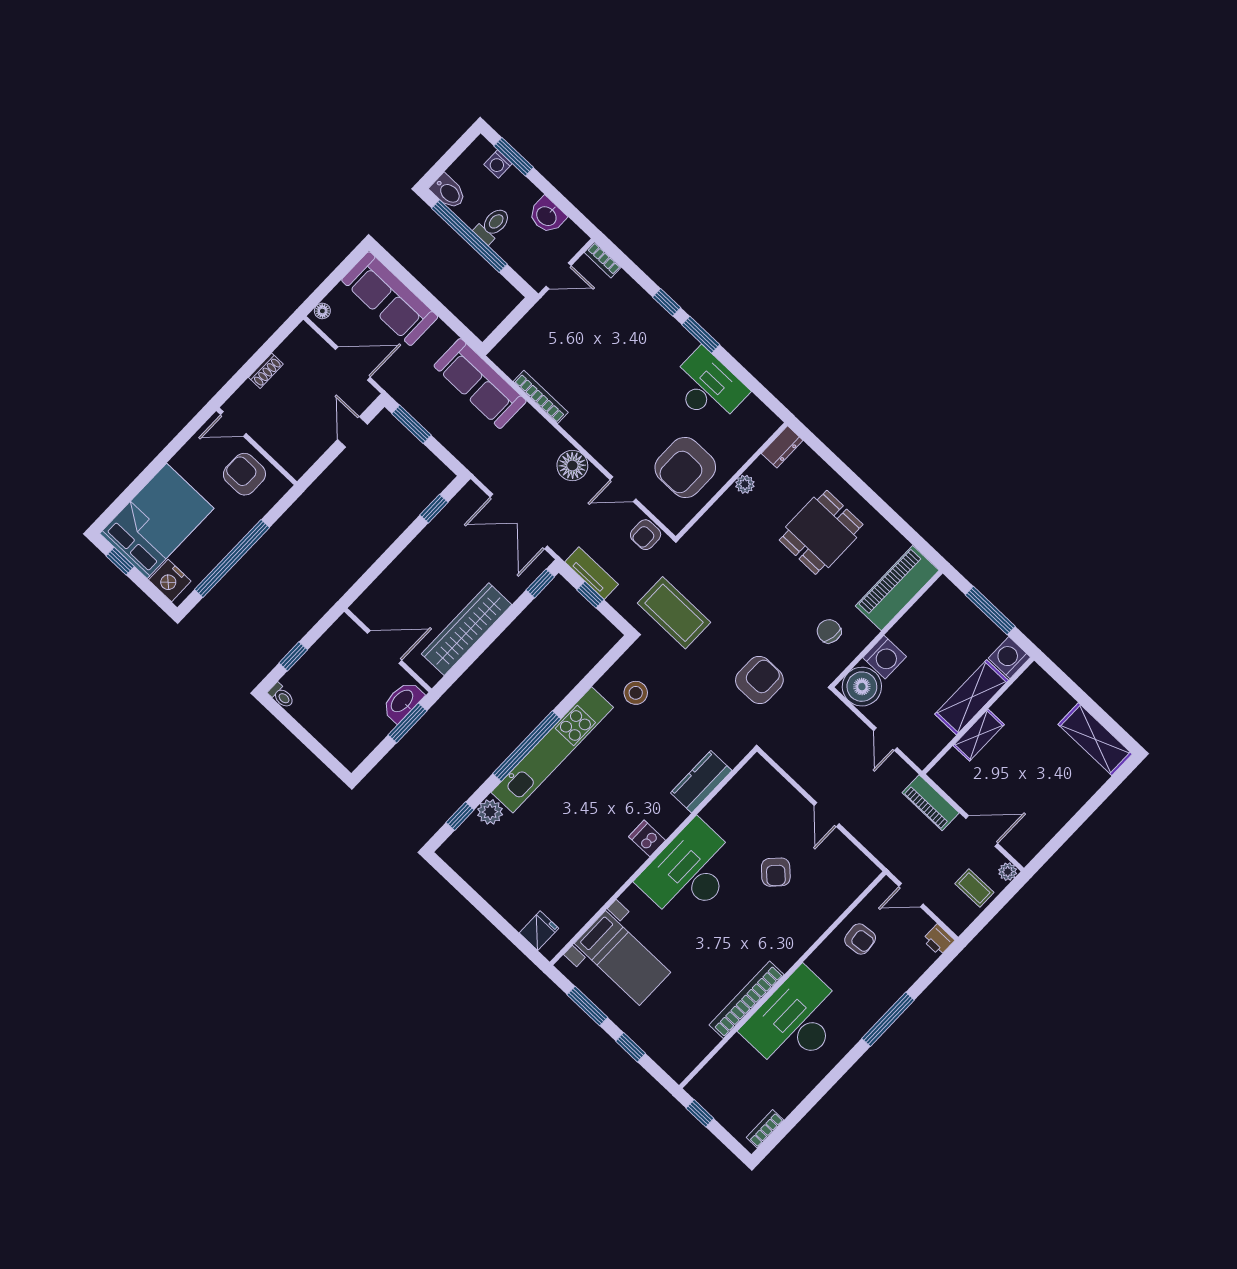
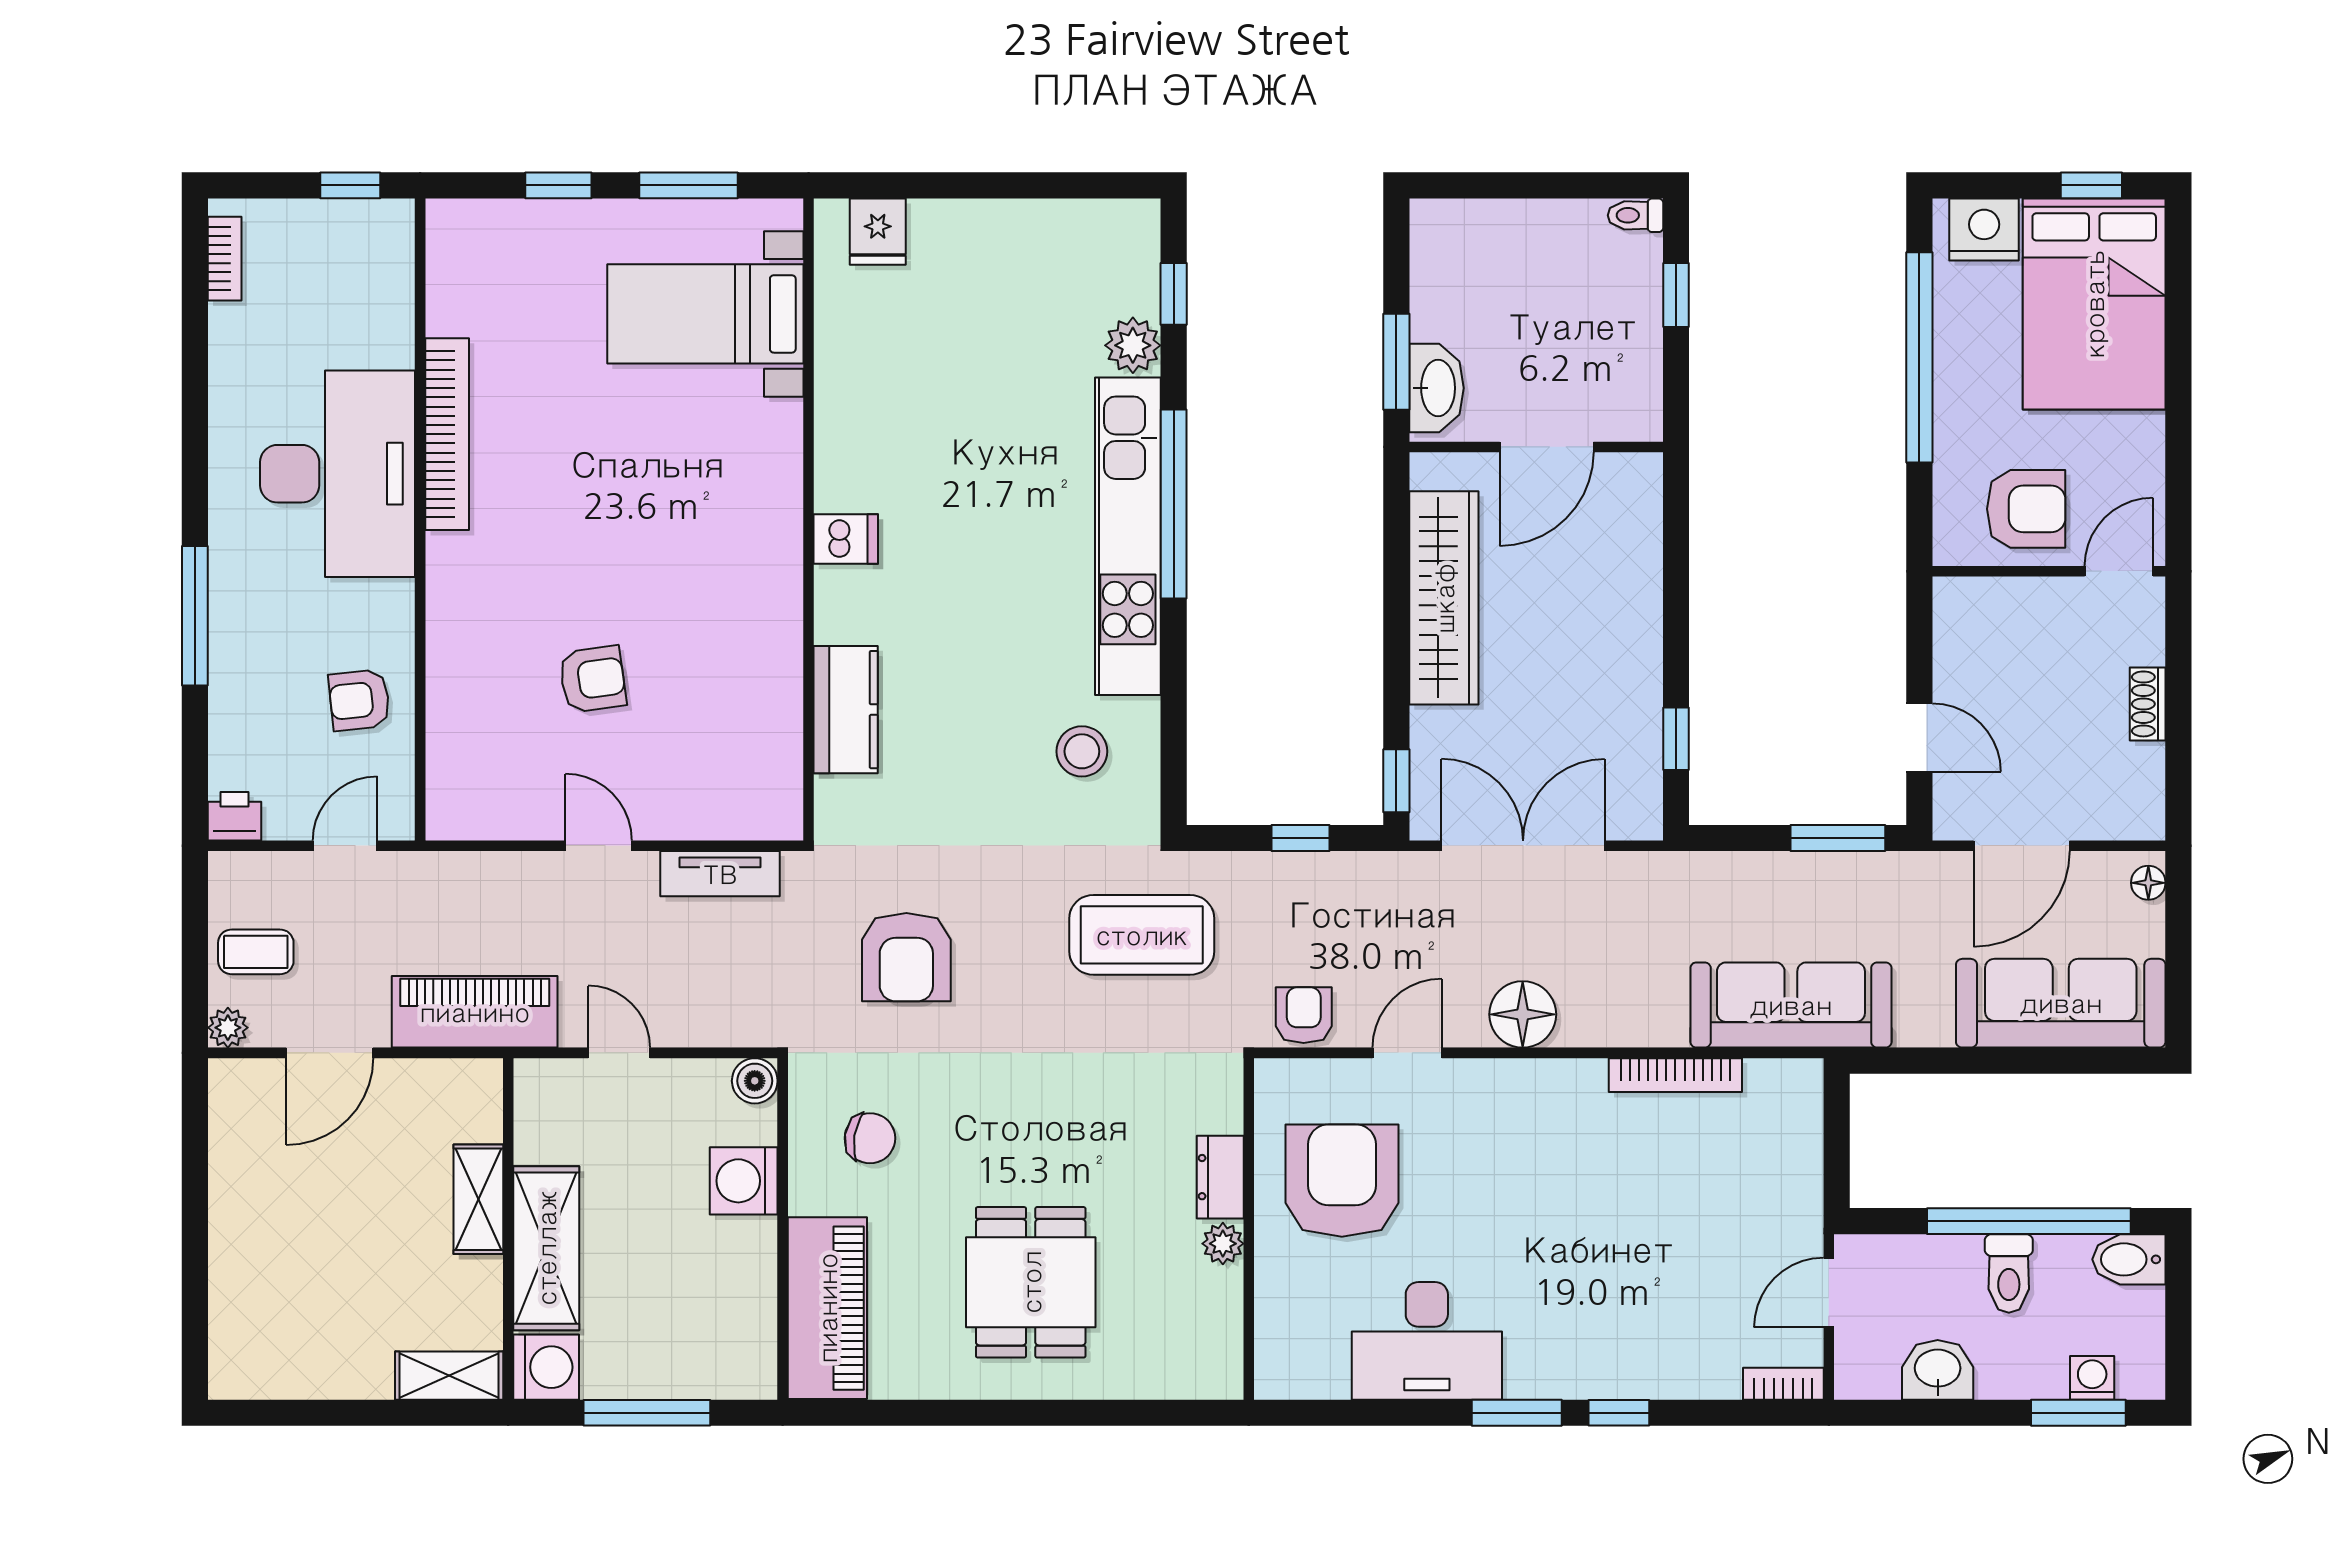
dresser: (782, 447) -> (1220, 1177), moved
tv unit: (592, 573) -> (720, 874), moved
boiler: (862, 687) -> (755, 1081), width x0.54, depth x0.54
shelving: (1095, 739) -> (449, 1376), moved, width x0.67, depth x0.75
piano: (931, 803) -> (475, 1012), width x1.37, depth x1.33
desk: (690, 872) -> (728, 550), removed
armchair: (776, 872) -> (593, 679), turned 128

